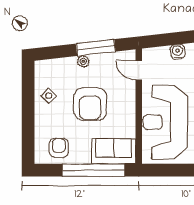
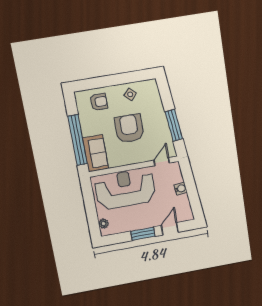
plant: (83, 61) -> (162, 117), removed
armchair: (90, 104) -> (129, 128), turned 90
armchair: (59, 148) -> (99, 102), moved

